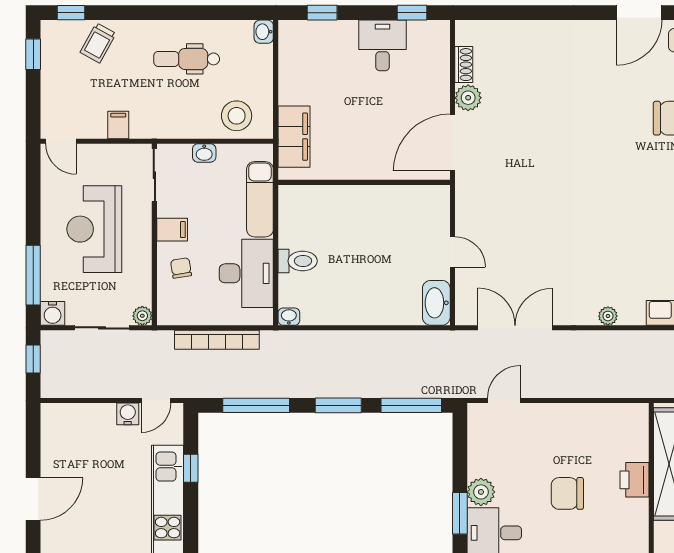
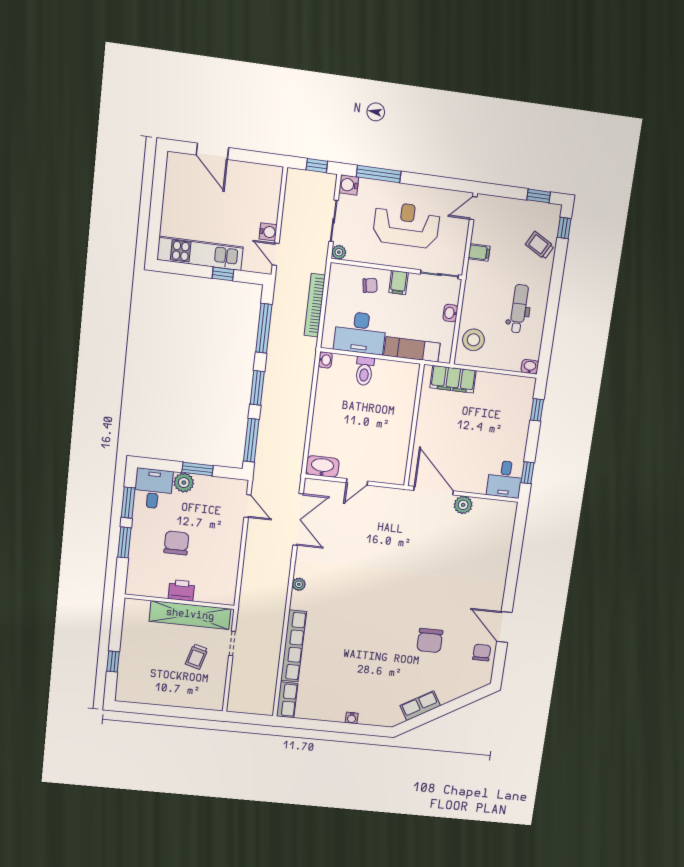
desk: (383, 45) -> (505, 479), moved, turned 90
shoe rack: (464, 65) -> (486, 504), removed
window: (460, 513) -> (198, 469), moved

